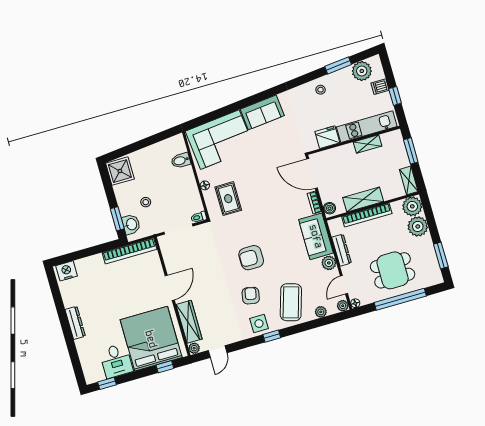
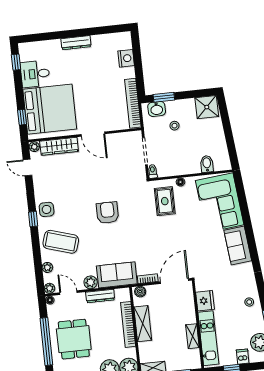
rug: (228, 199) -> (165, 201), turned 90
nightstand: (67, 271) -> (126, 58), moved
armchair: (251, 296) -> (73, 206), removed

